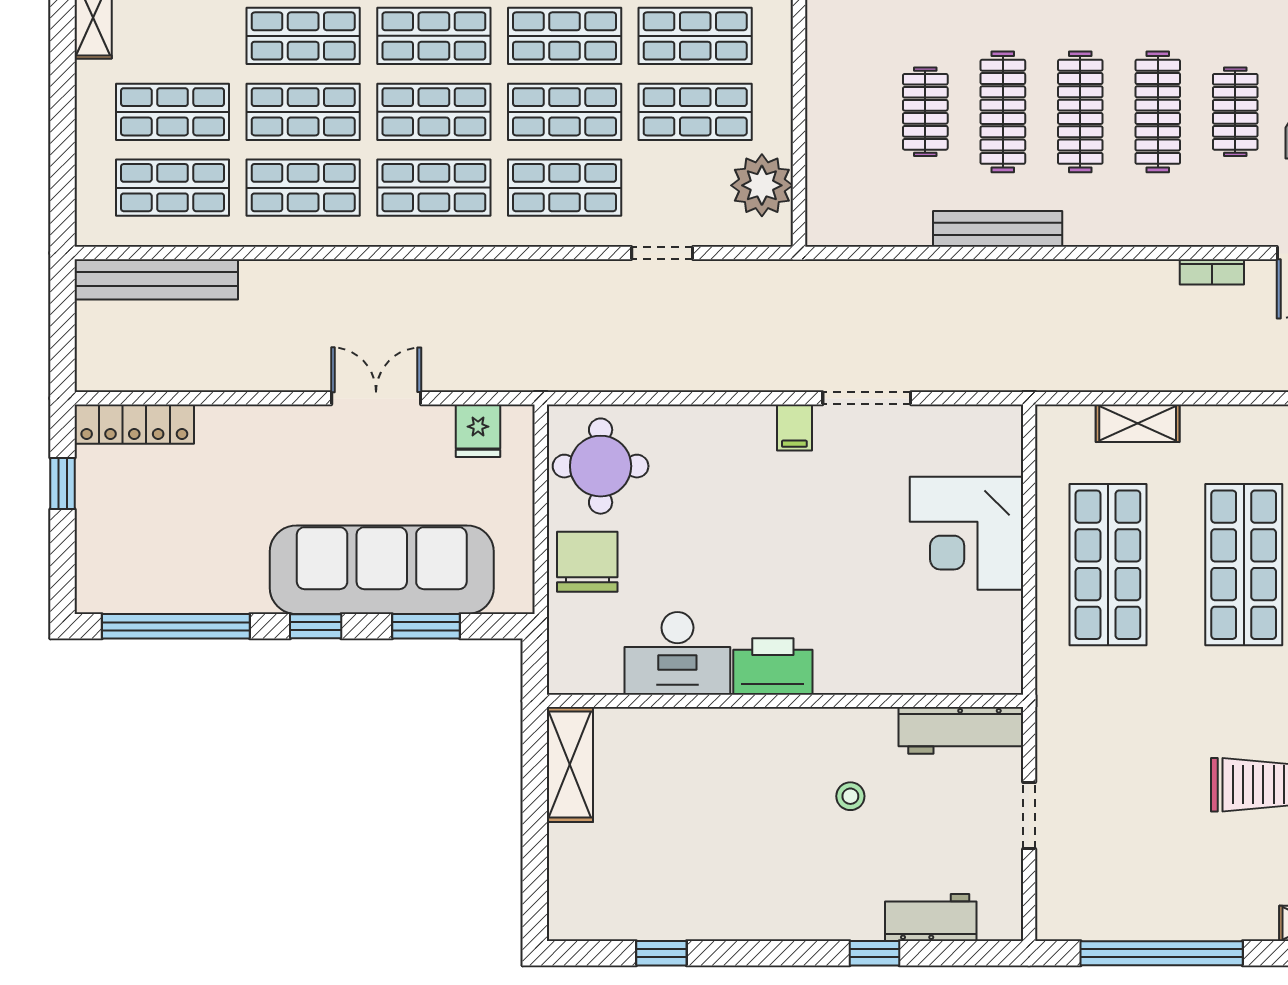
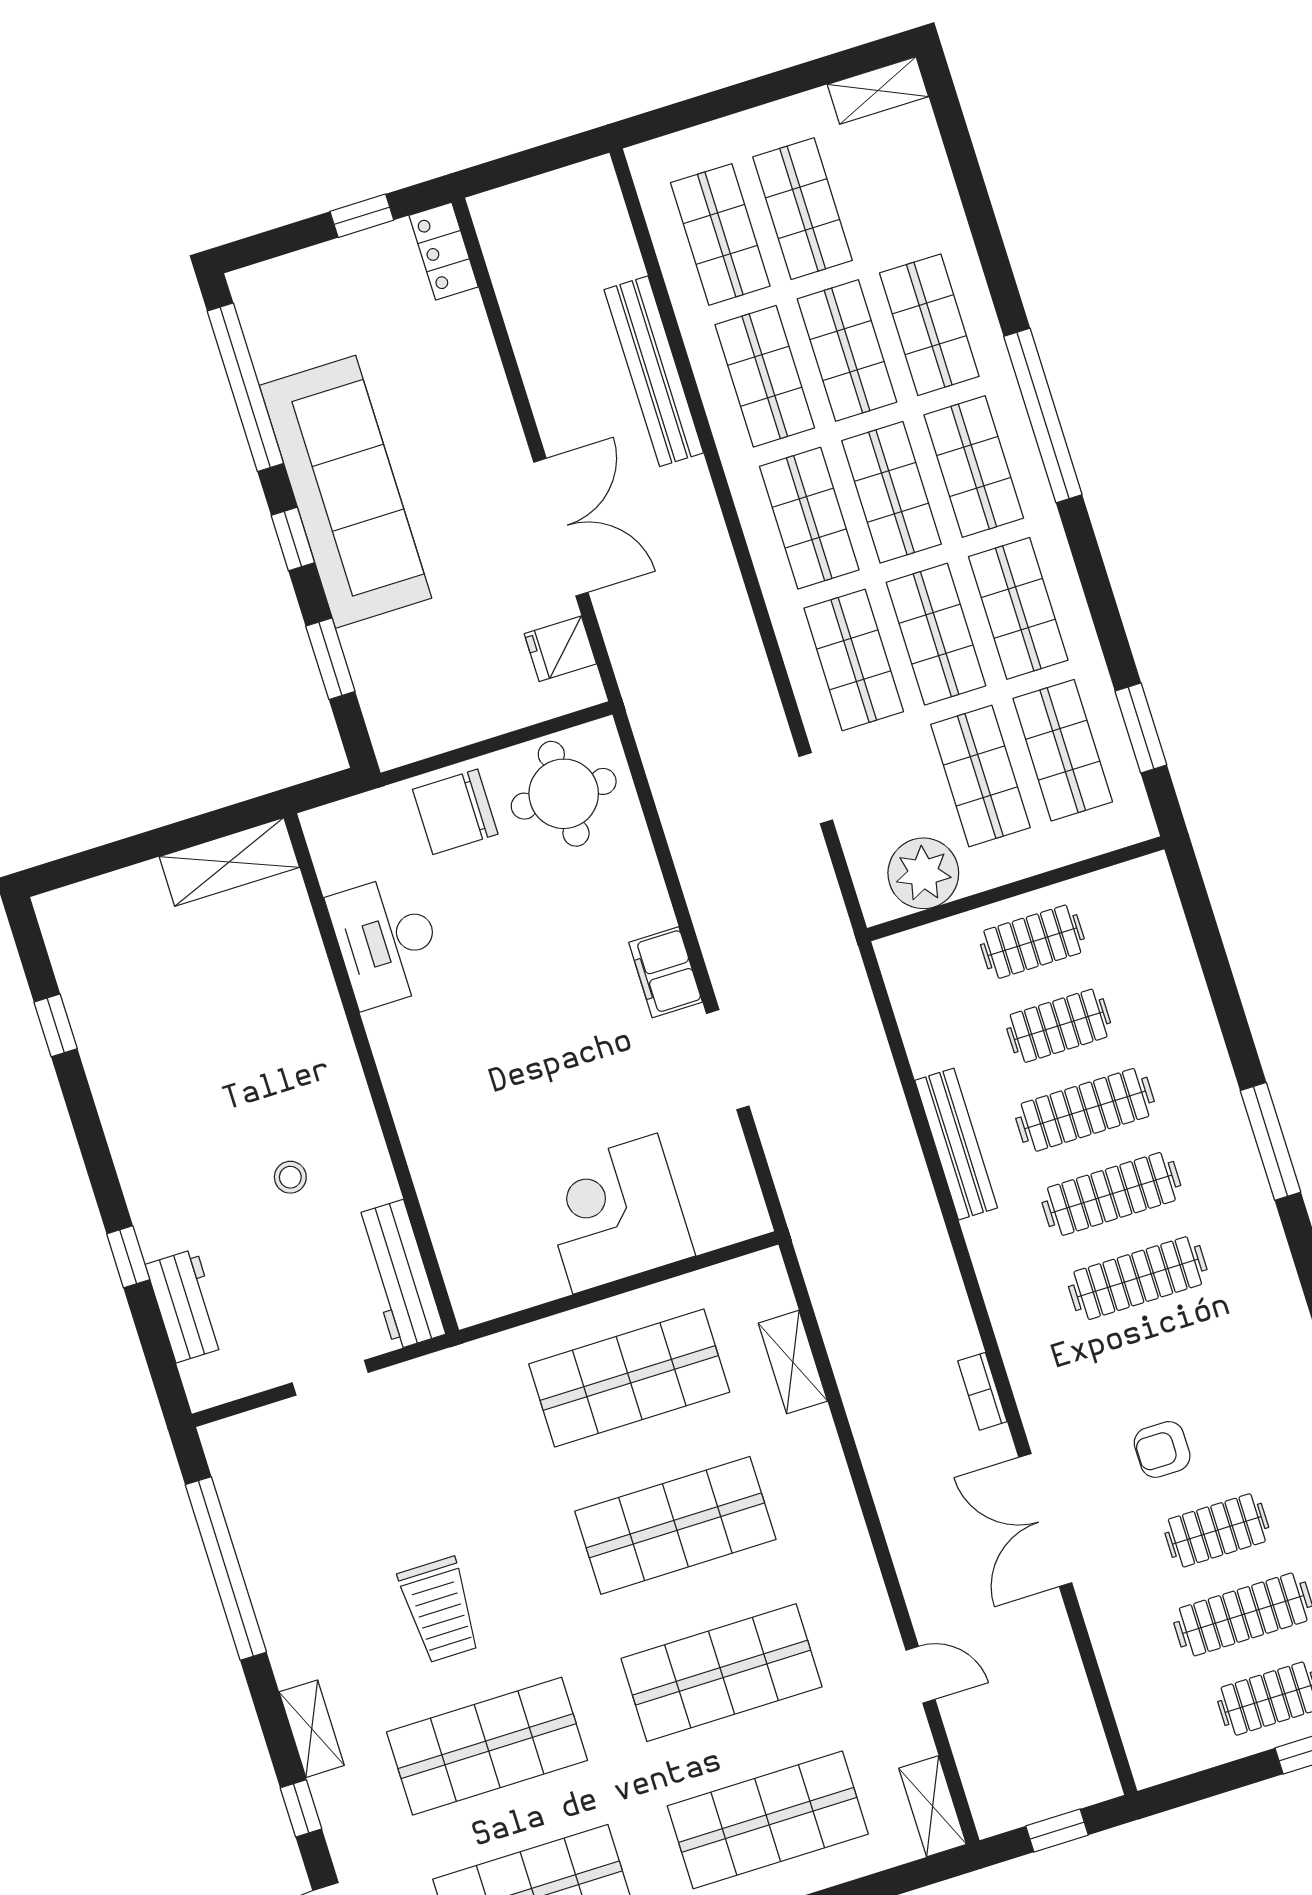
clothes rail: (1235, 112) -> (1032, 942), moved
bench: (156, 279) -> (654, 371), moved
double door: (376, 398) -> (561, 527), width x1.37
locker: (134, 424) -> (444, 251), width x0.66
filing cabinet: (794, 428) -> (666, 972), width x2.00
chair: (587, 562) -> (455, 812), turned 180
sofa: (382, 570) -> (345, 492), moved
printer: (773, 667) -> (405, 1049), removed

